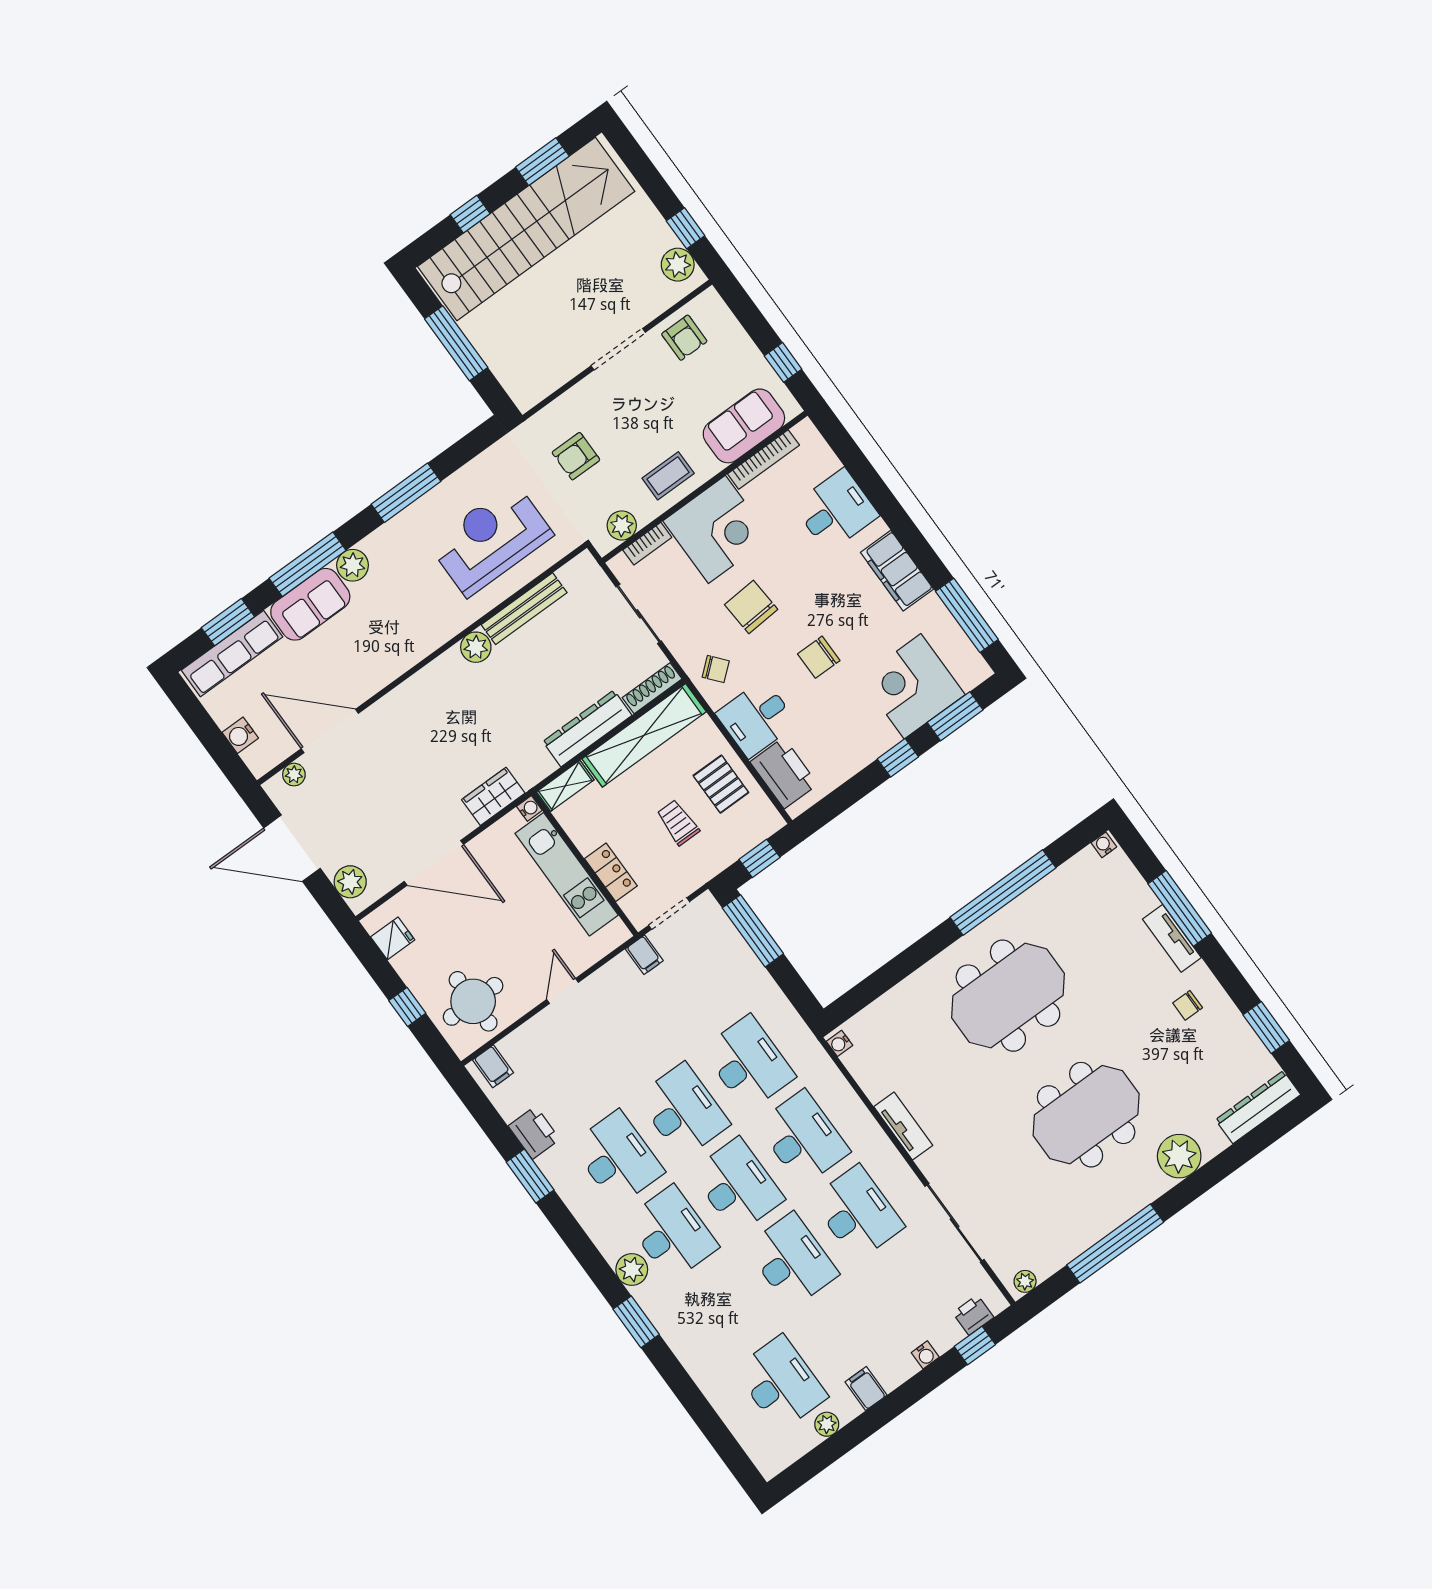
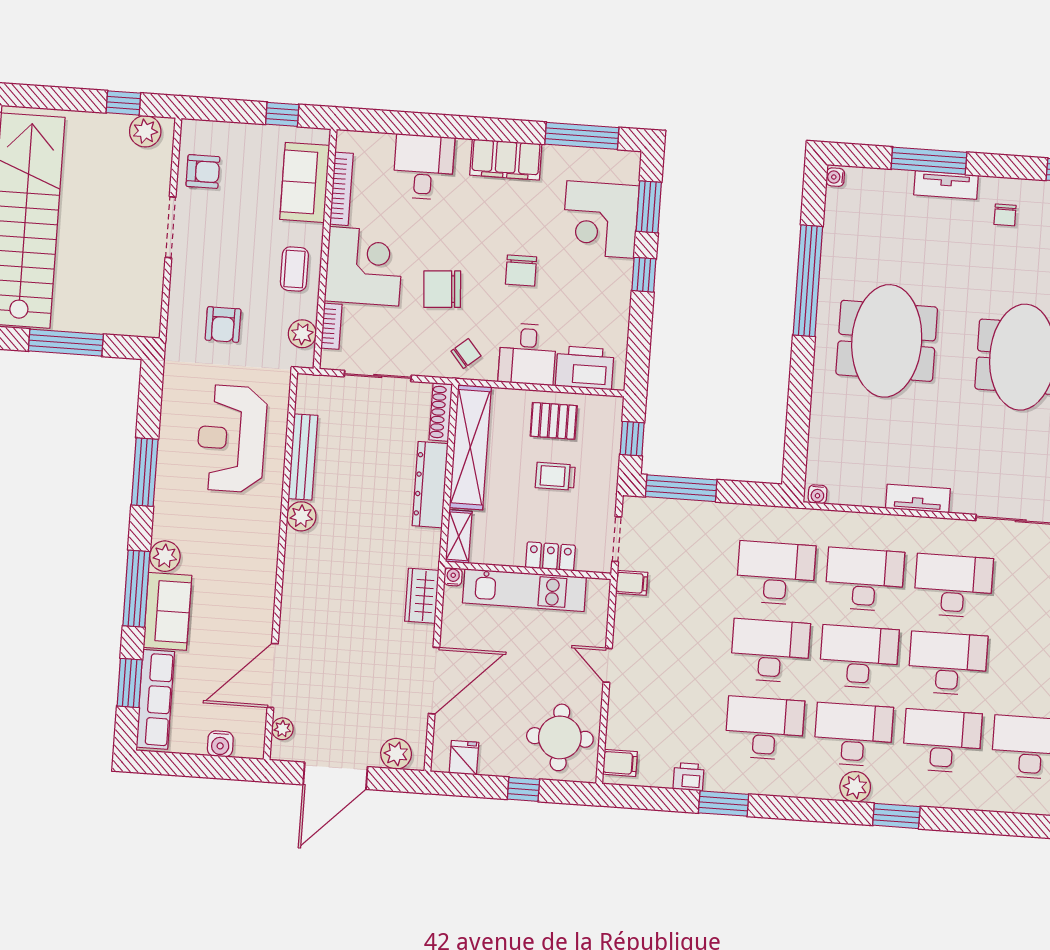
printer: (534, 1133) -> (689, 777), width x0.73, depth x0.81
desk: (726, 1308) -> (942, 741), added

